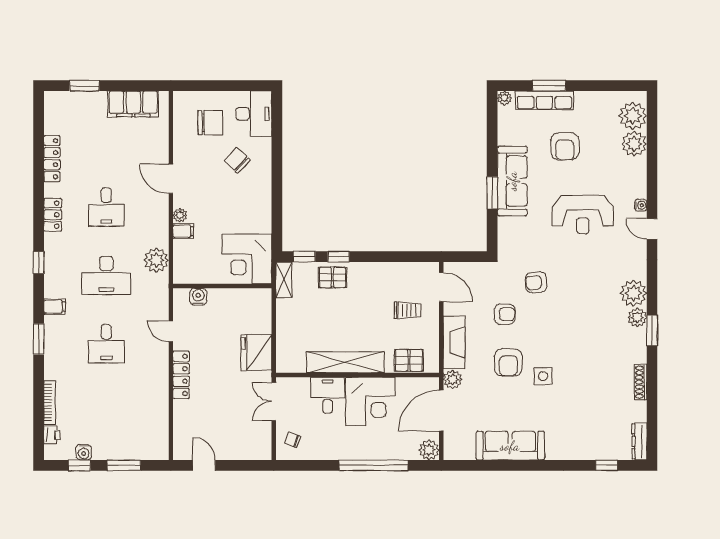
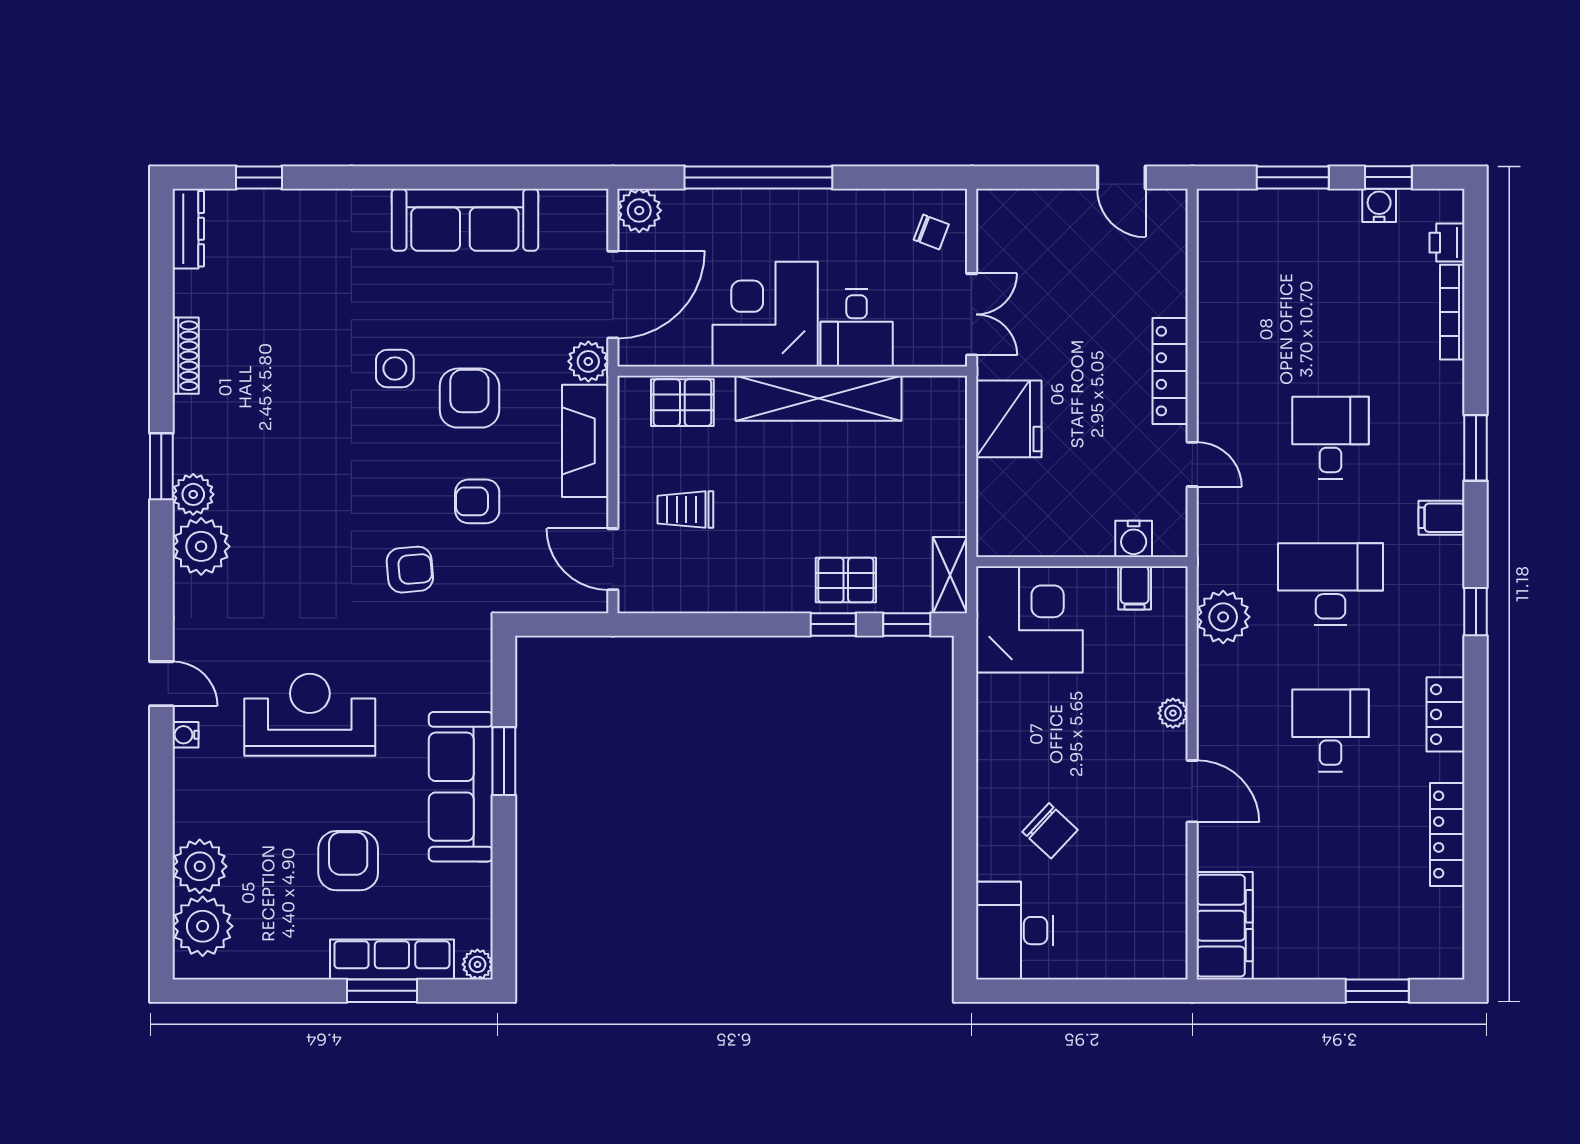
filing cabinet: (133, 104) -> (1225, 926), moved, turned 90
chair: (210, 122) -> (1108, 912), removed
filing cabinet: (183, 231) -> (1135, 588), moved, turned -90

